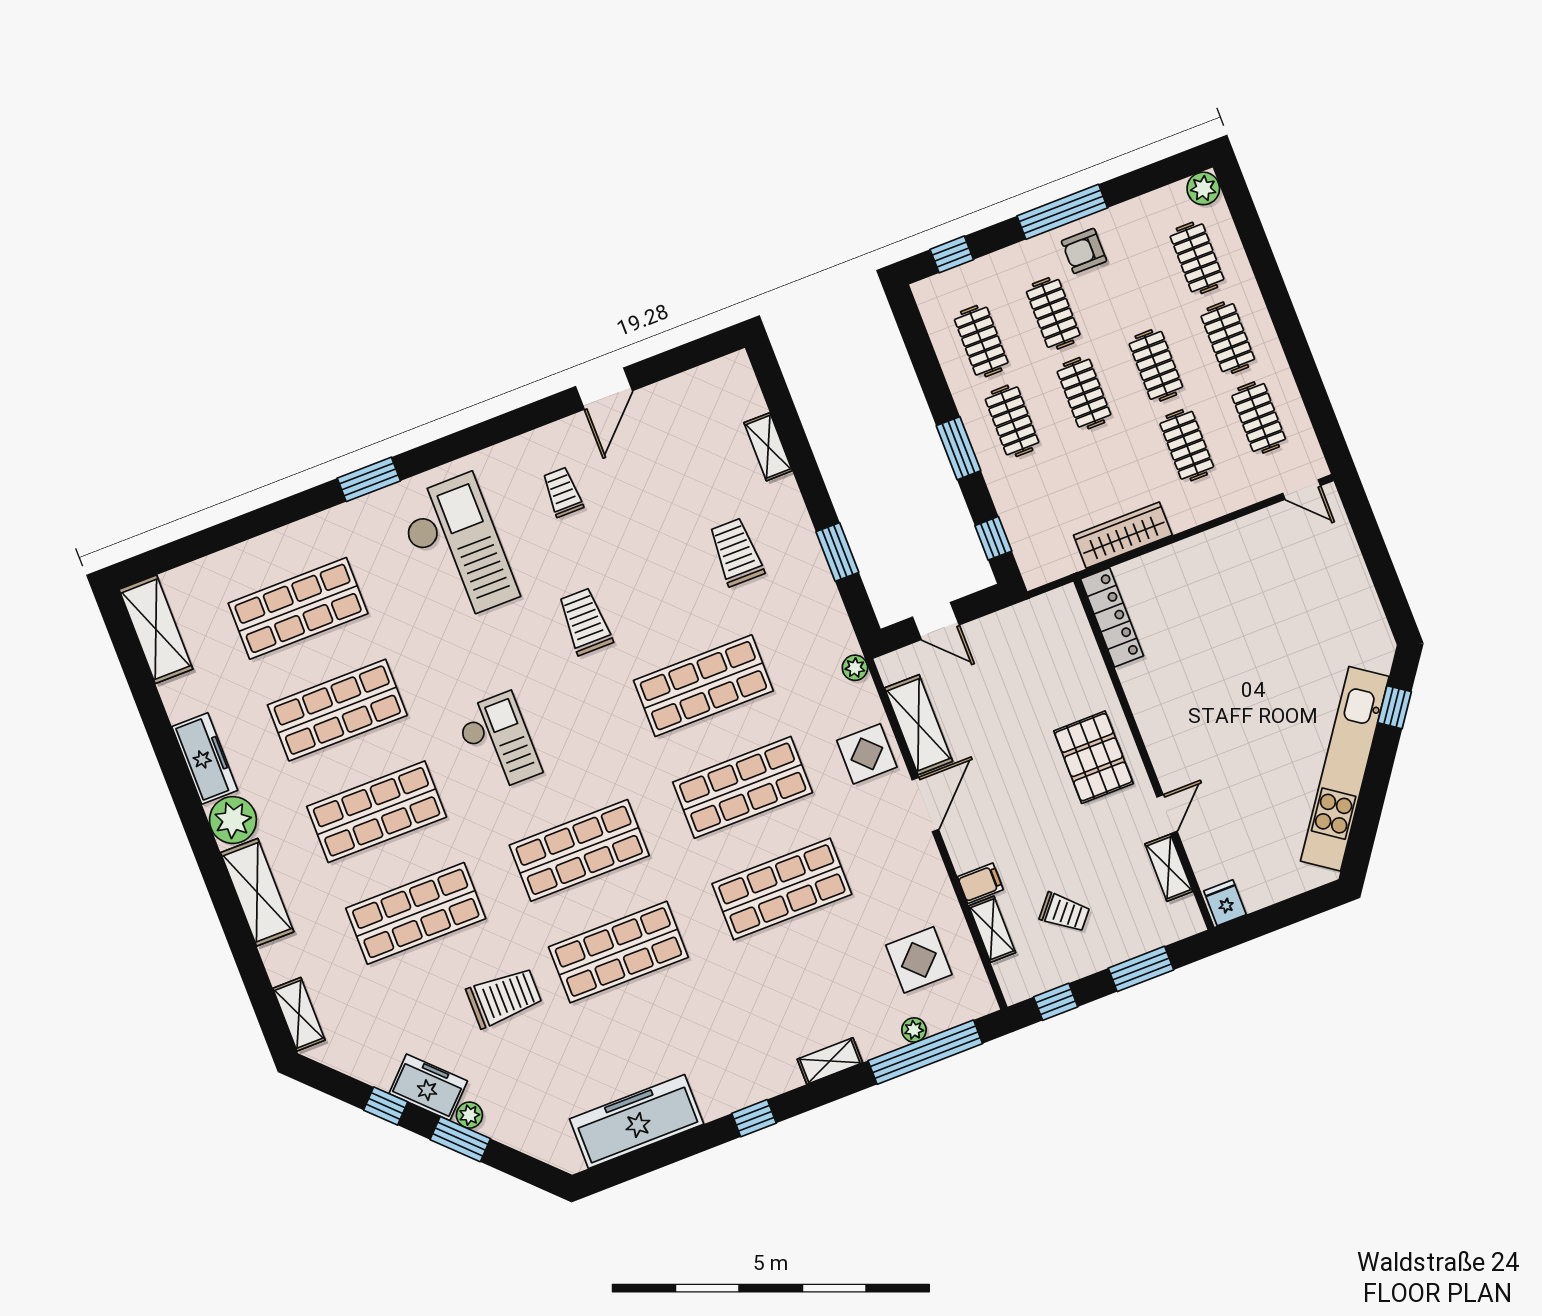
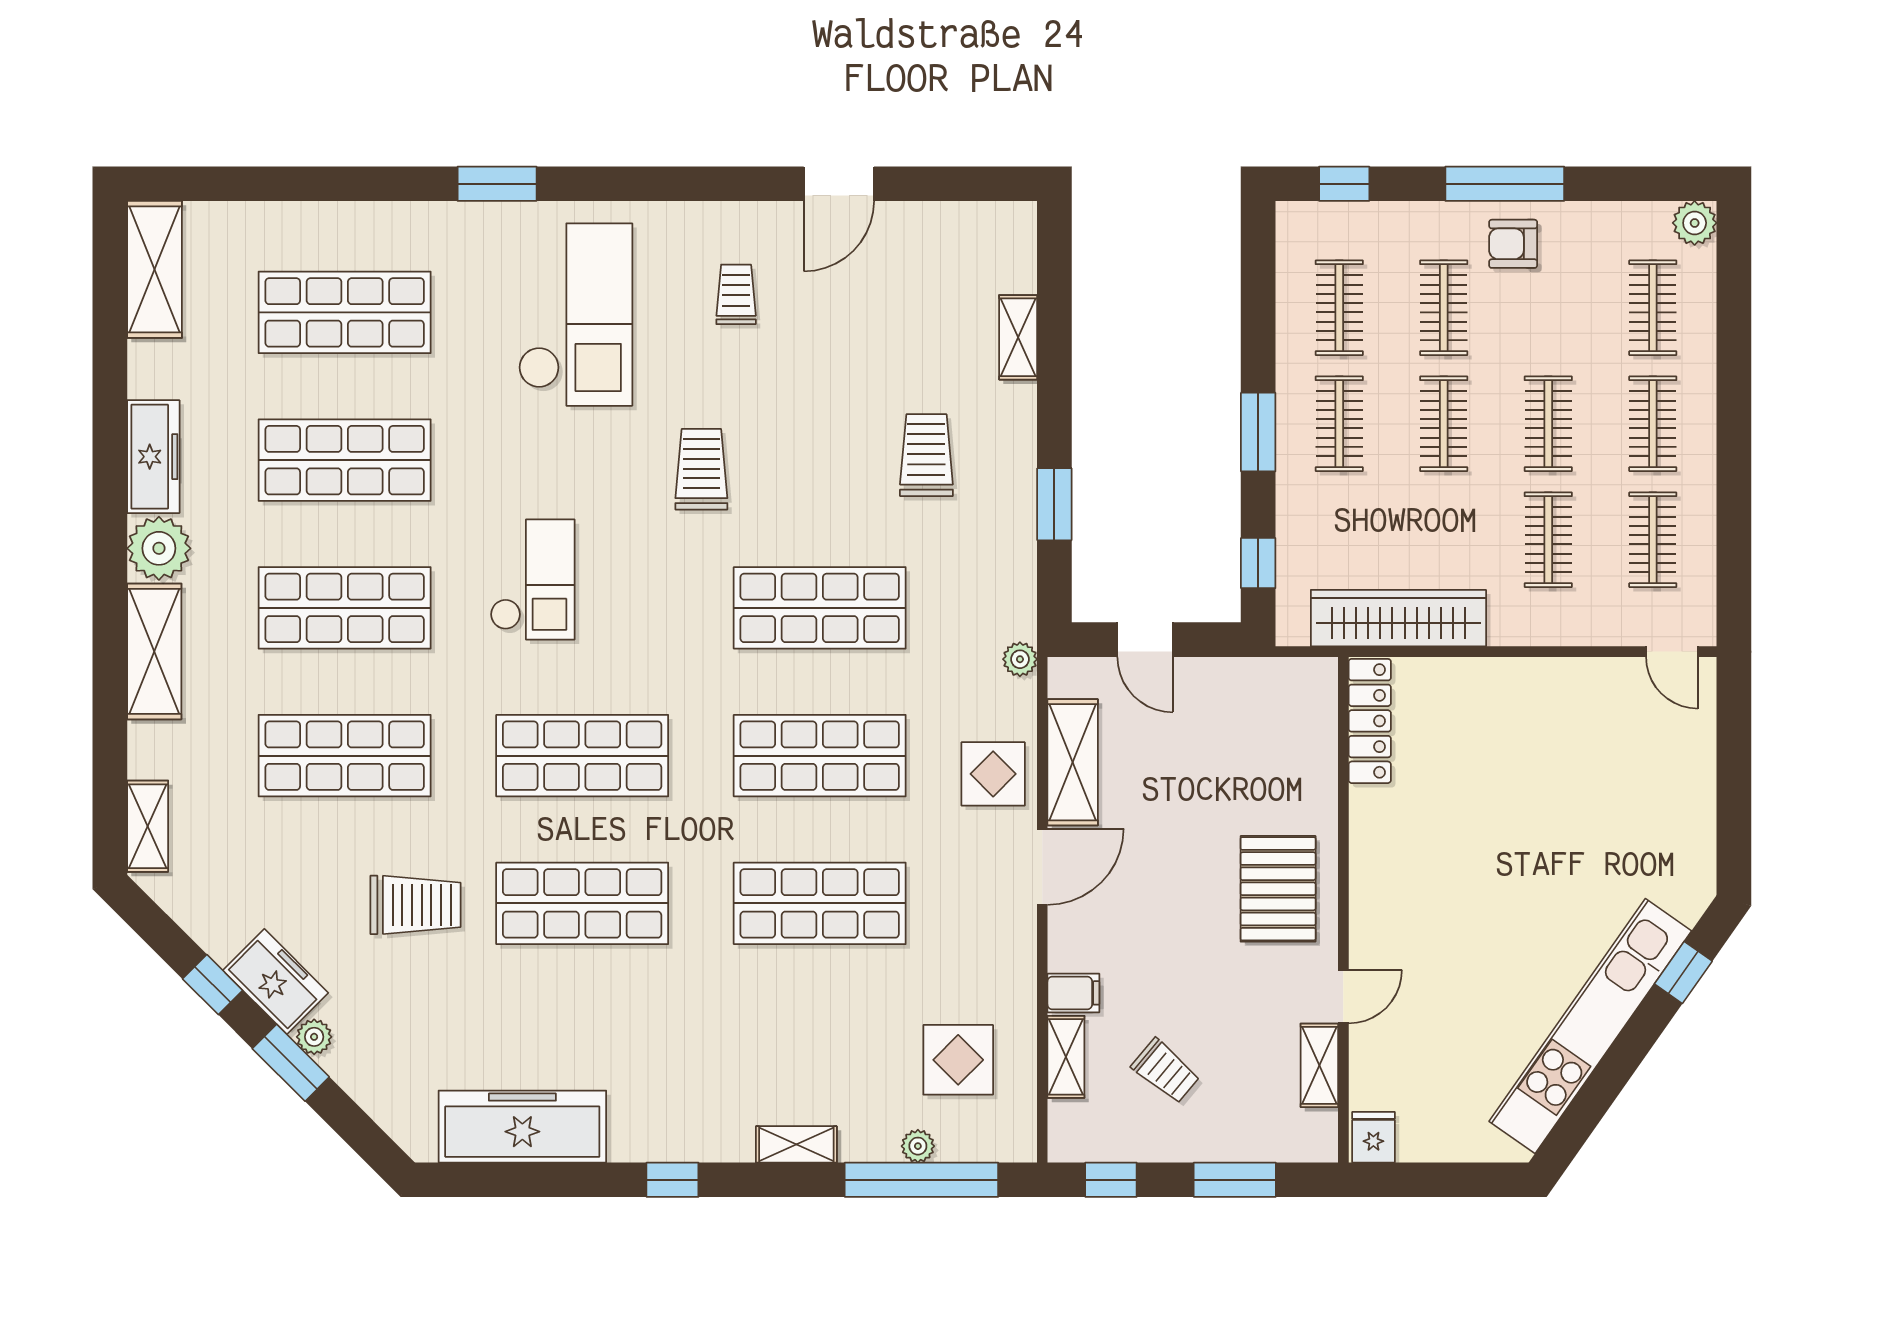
wardrobe: (1123, 535) -> (1398, 618), width x1.40, depth x1.17

